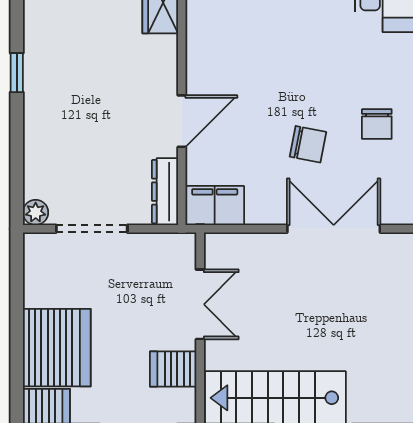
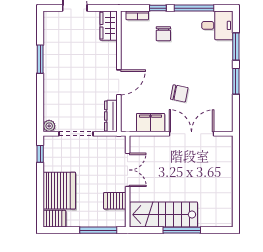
window: (17, 73) -> (40, 59), width x1.50
chair: (377, 124) -> (163, 34), moved
filing cabinet: (215, 206) -> (151, 123), moved
window: (17, 271) -> (40, 154), added

